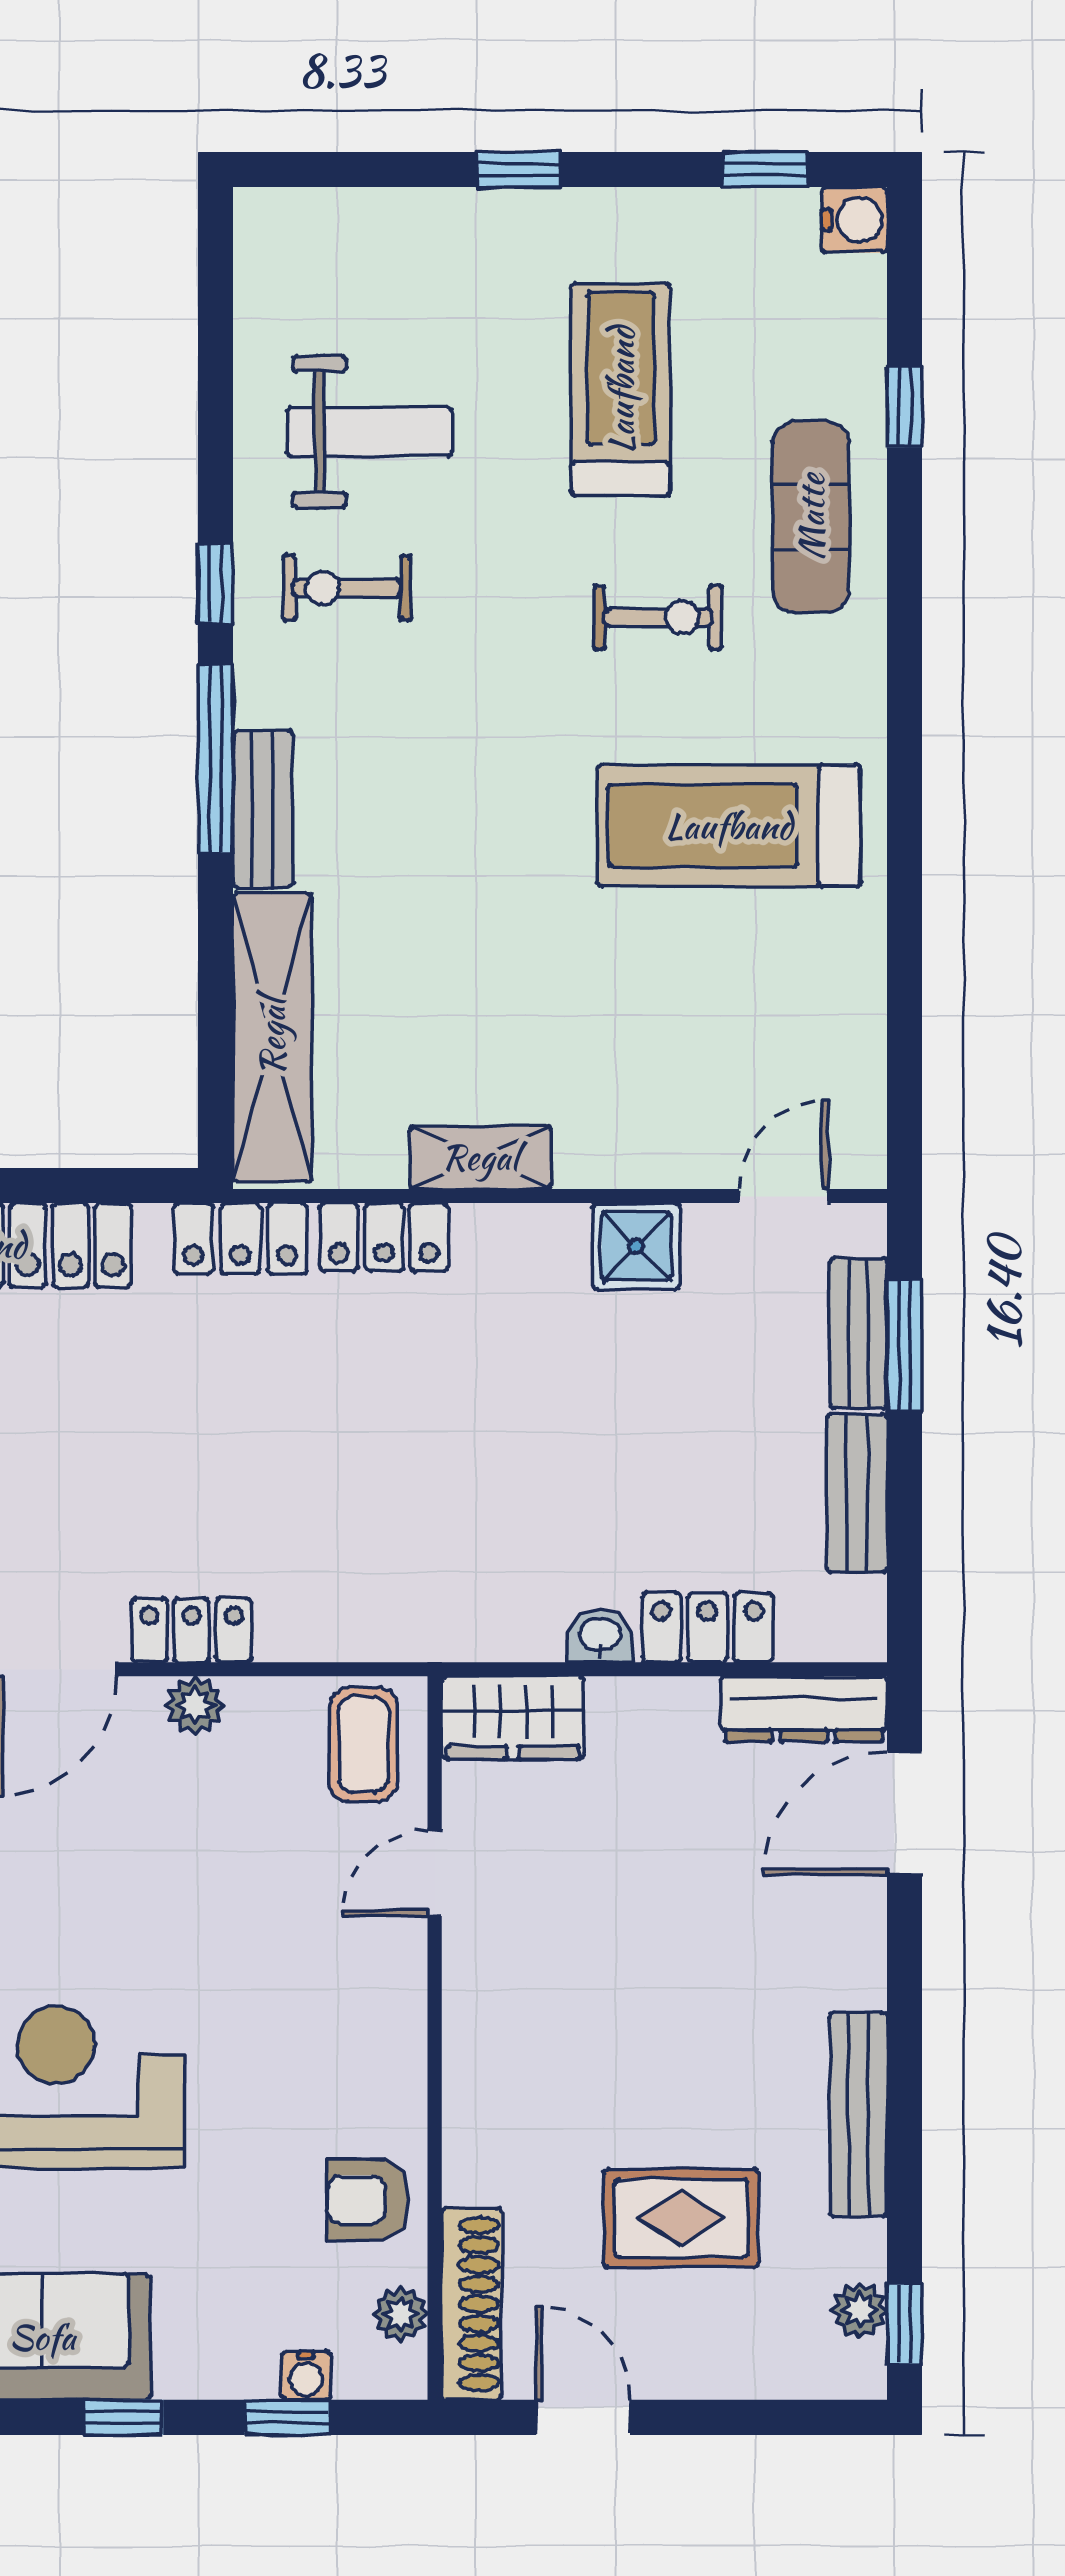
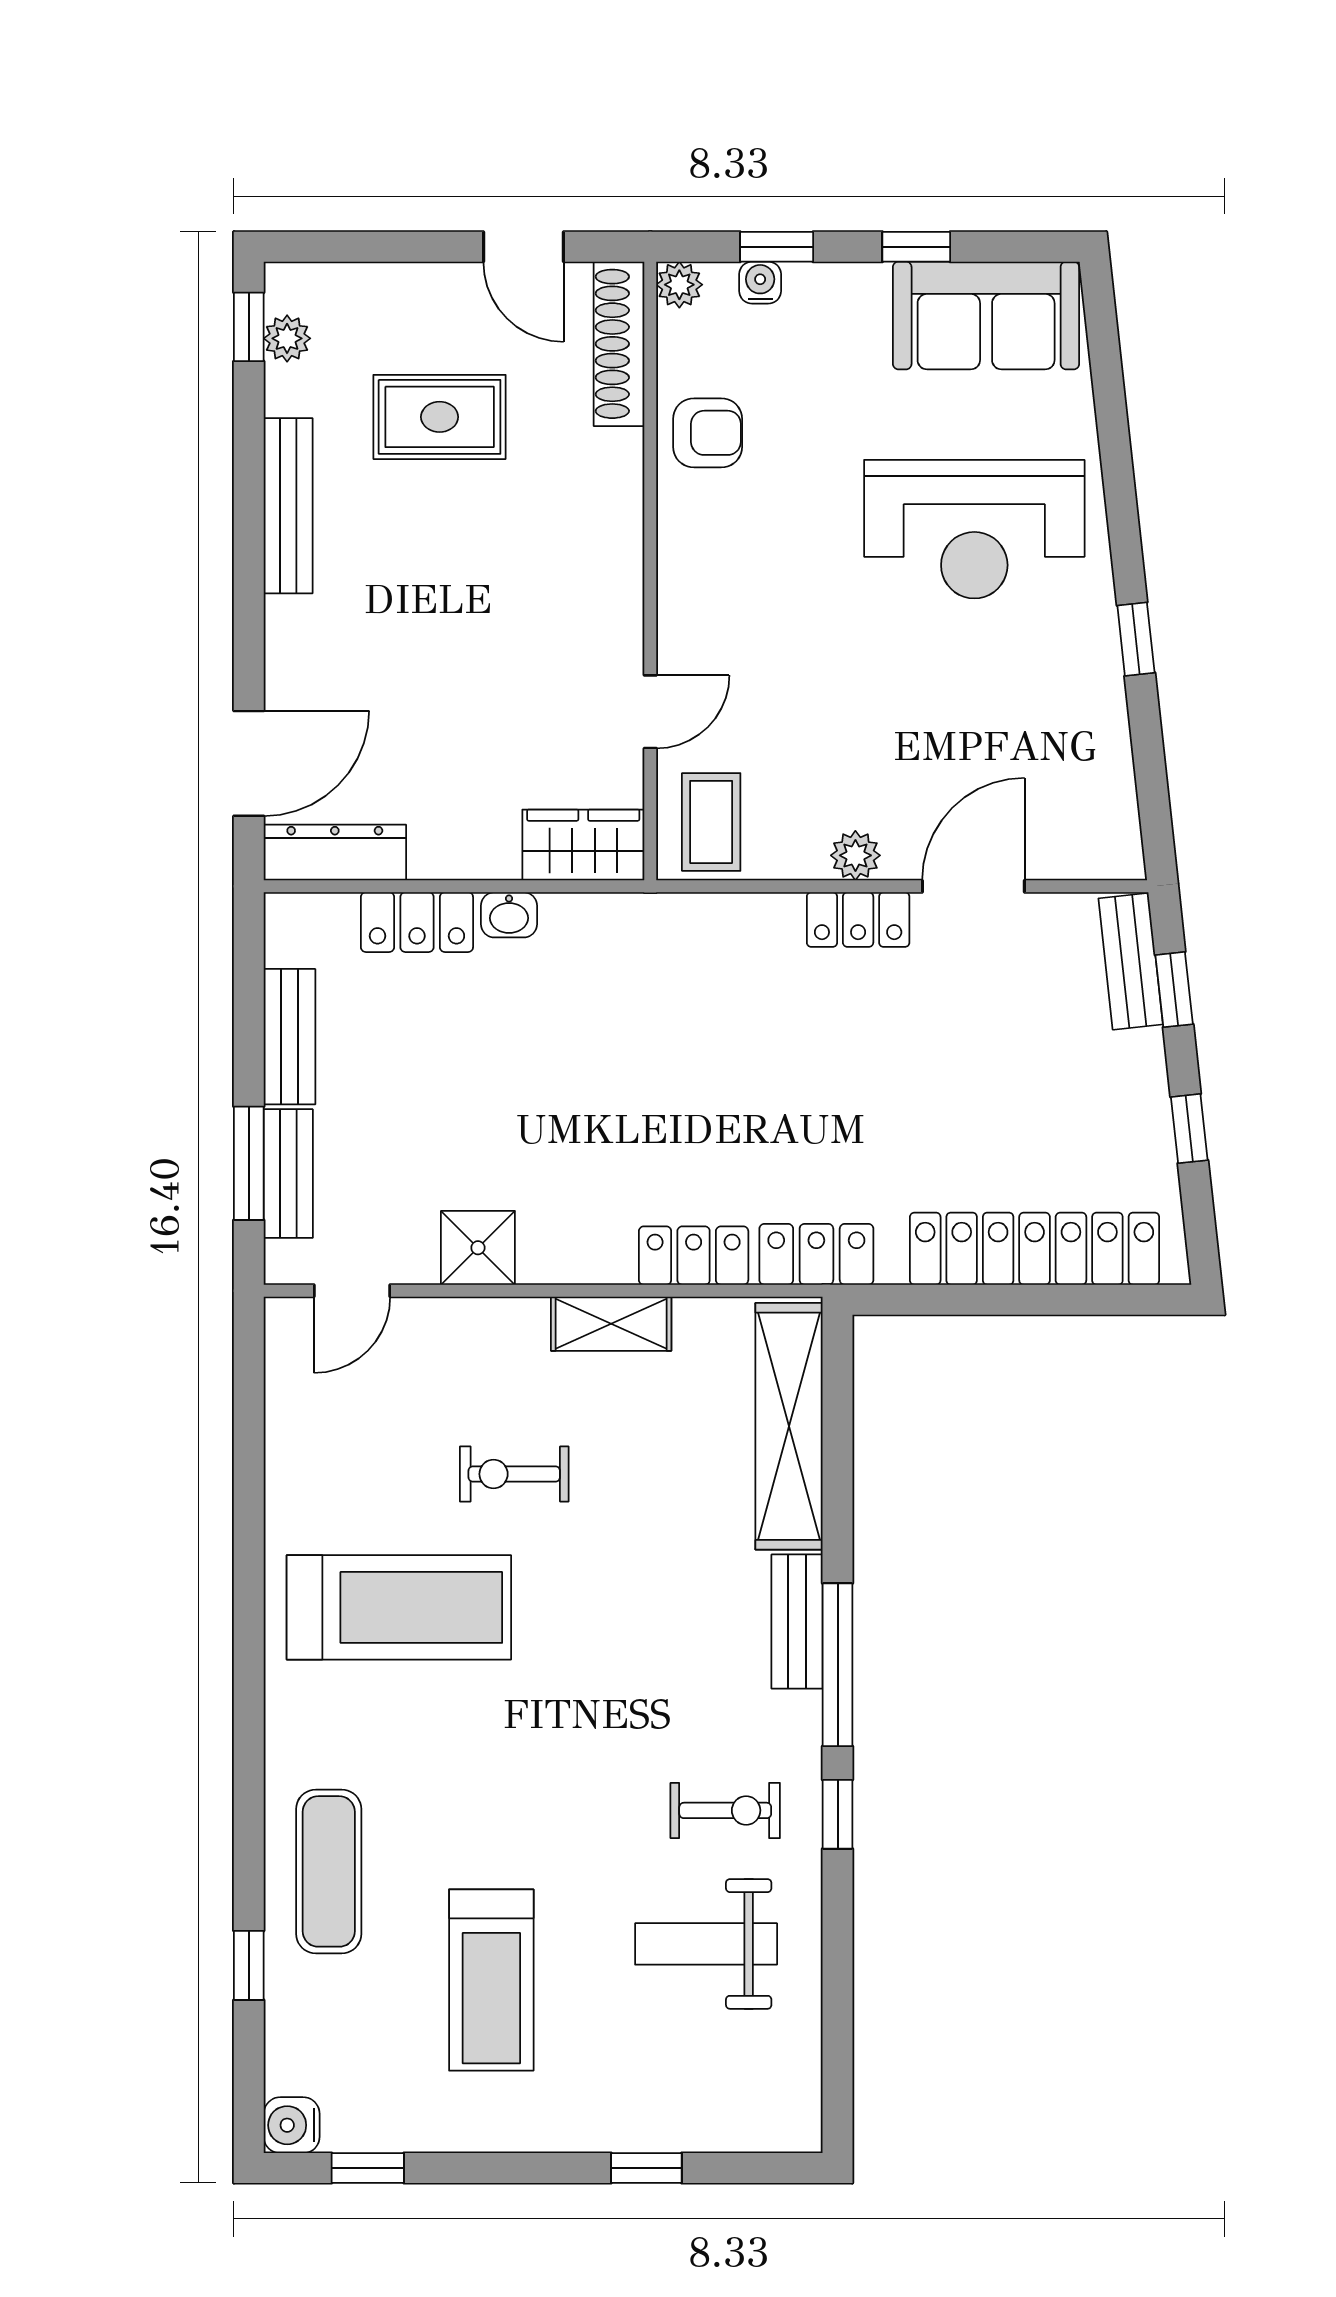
window: (519, 170) -> (646, 2168), moved
exercise bike: (658, 617) -> (514, 1474), moved
plant: (401, 2314) -> (679, 285), moved

